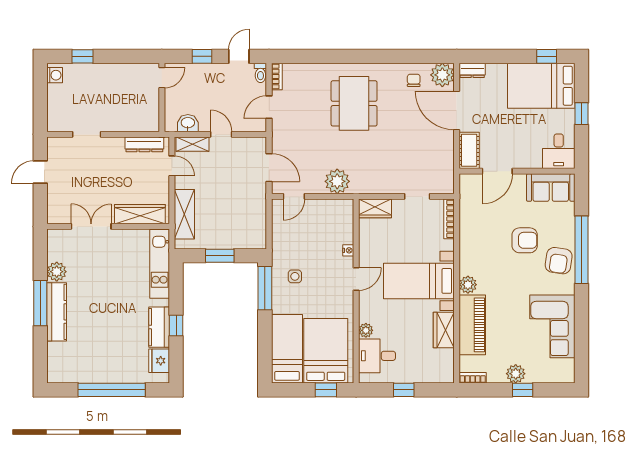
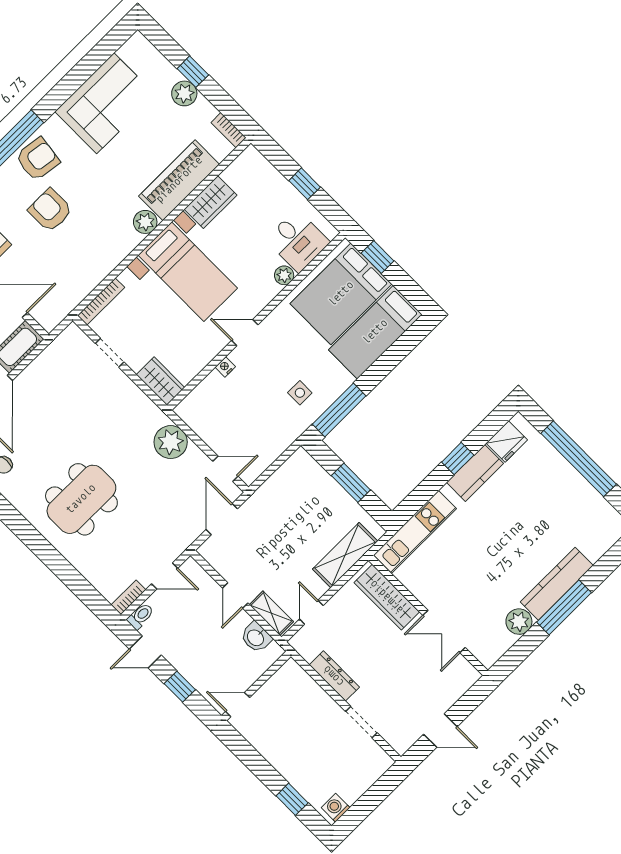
dresser: (144, 144) -> (334, 676), moved

